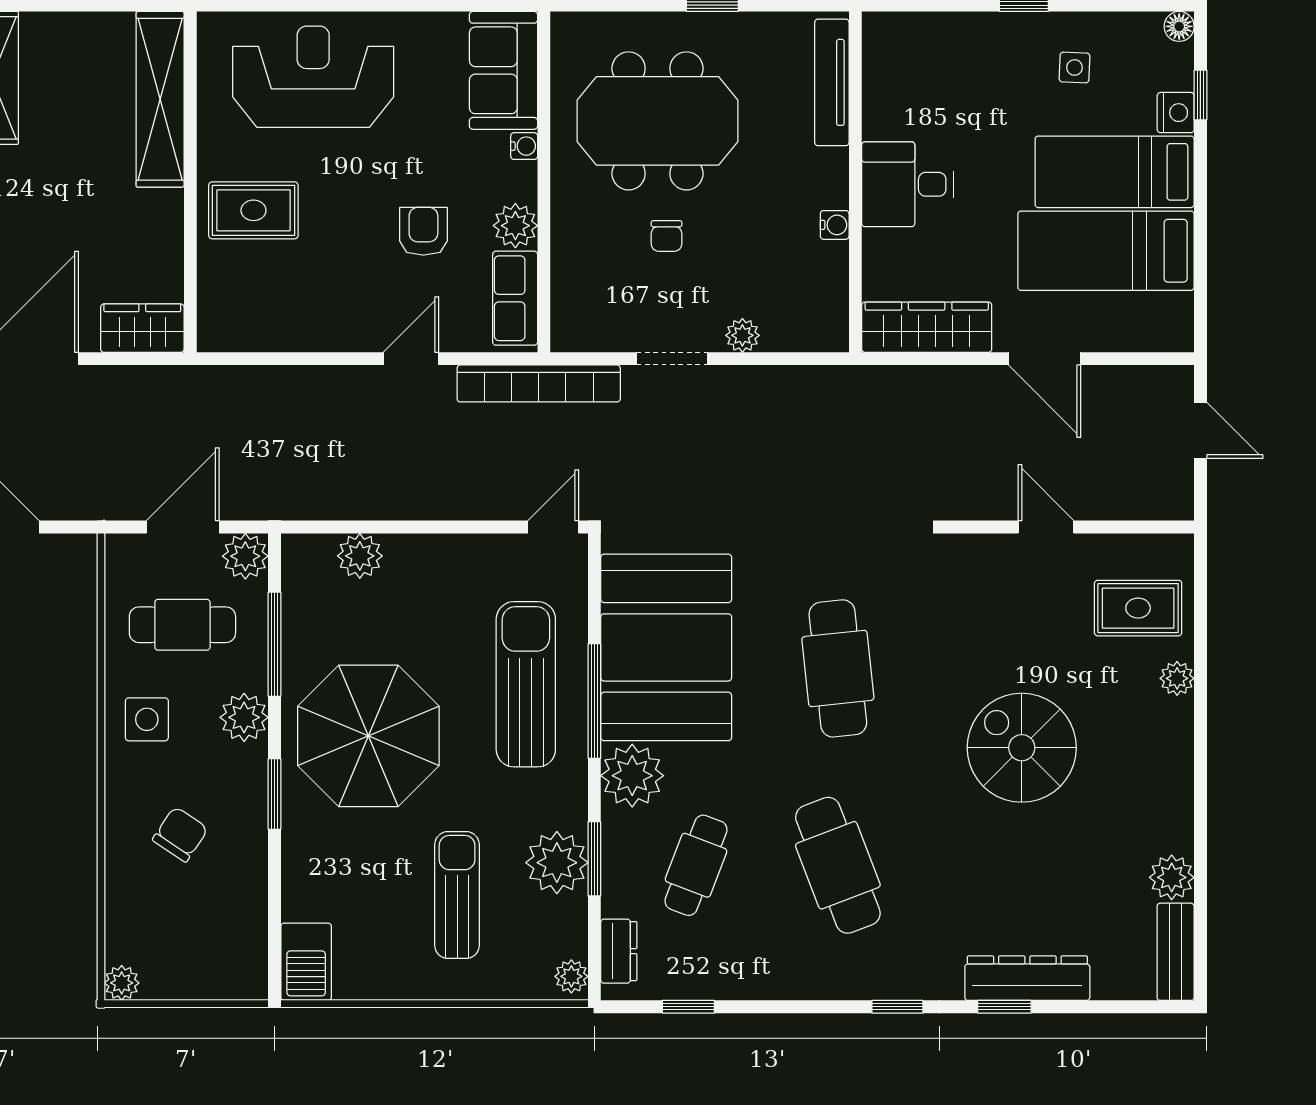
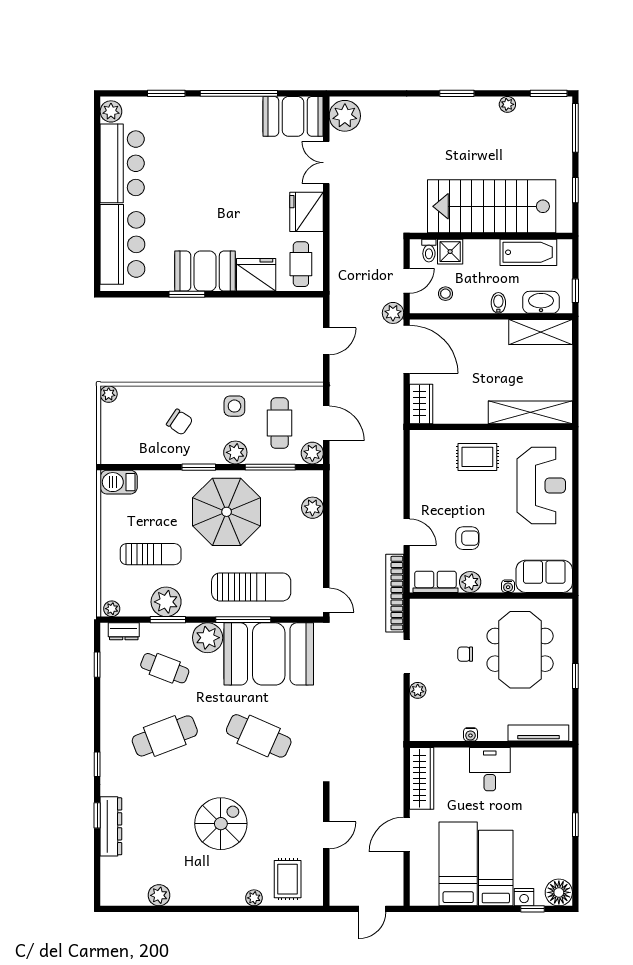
floor lamp: (1179, 26) -> (559, 892), width x1.89, depth x1.89
side table: (1075, 68) -> (546, 849), removed
rug: (253, 210) -> (477, 457), turned 90
cafe table: (838, 668) -> (259, 736), turned 30
bench: (1176, 952) -> (123, 897), removed

